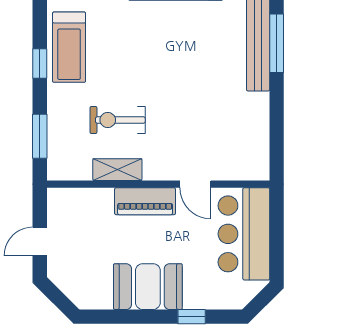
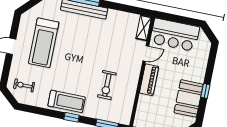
shelving: (117, 170) -> (144, 28), moved
booth: (148, 287) -> (189, 98), moved
window: (192, 317) -> (205, 91), moved

